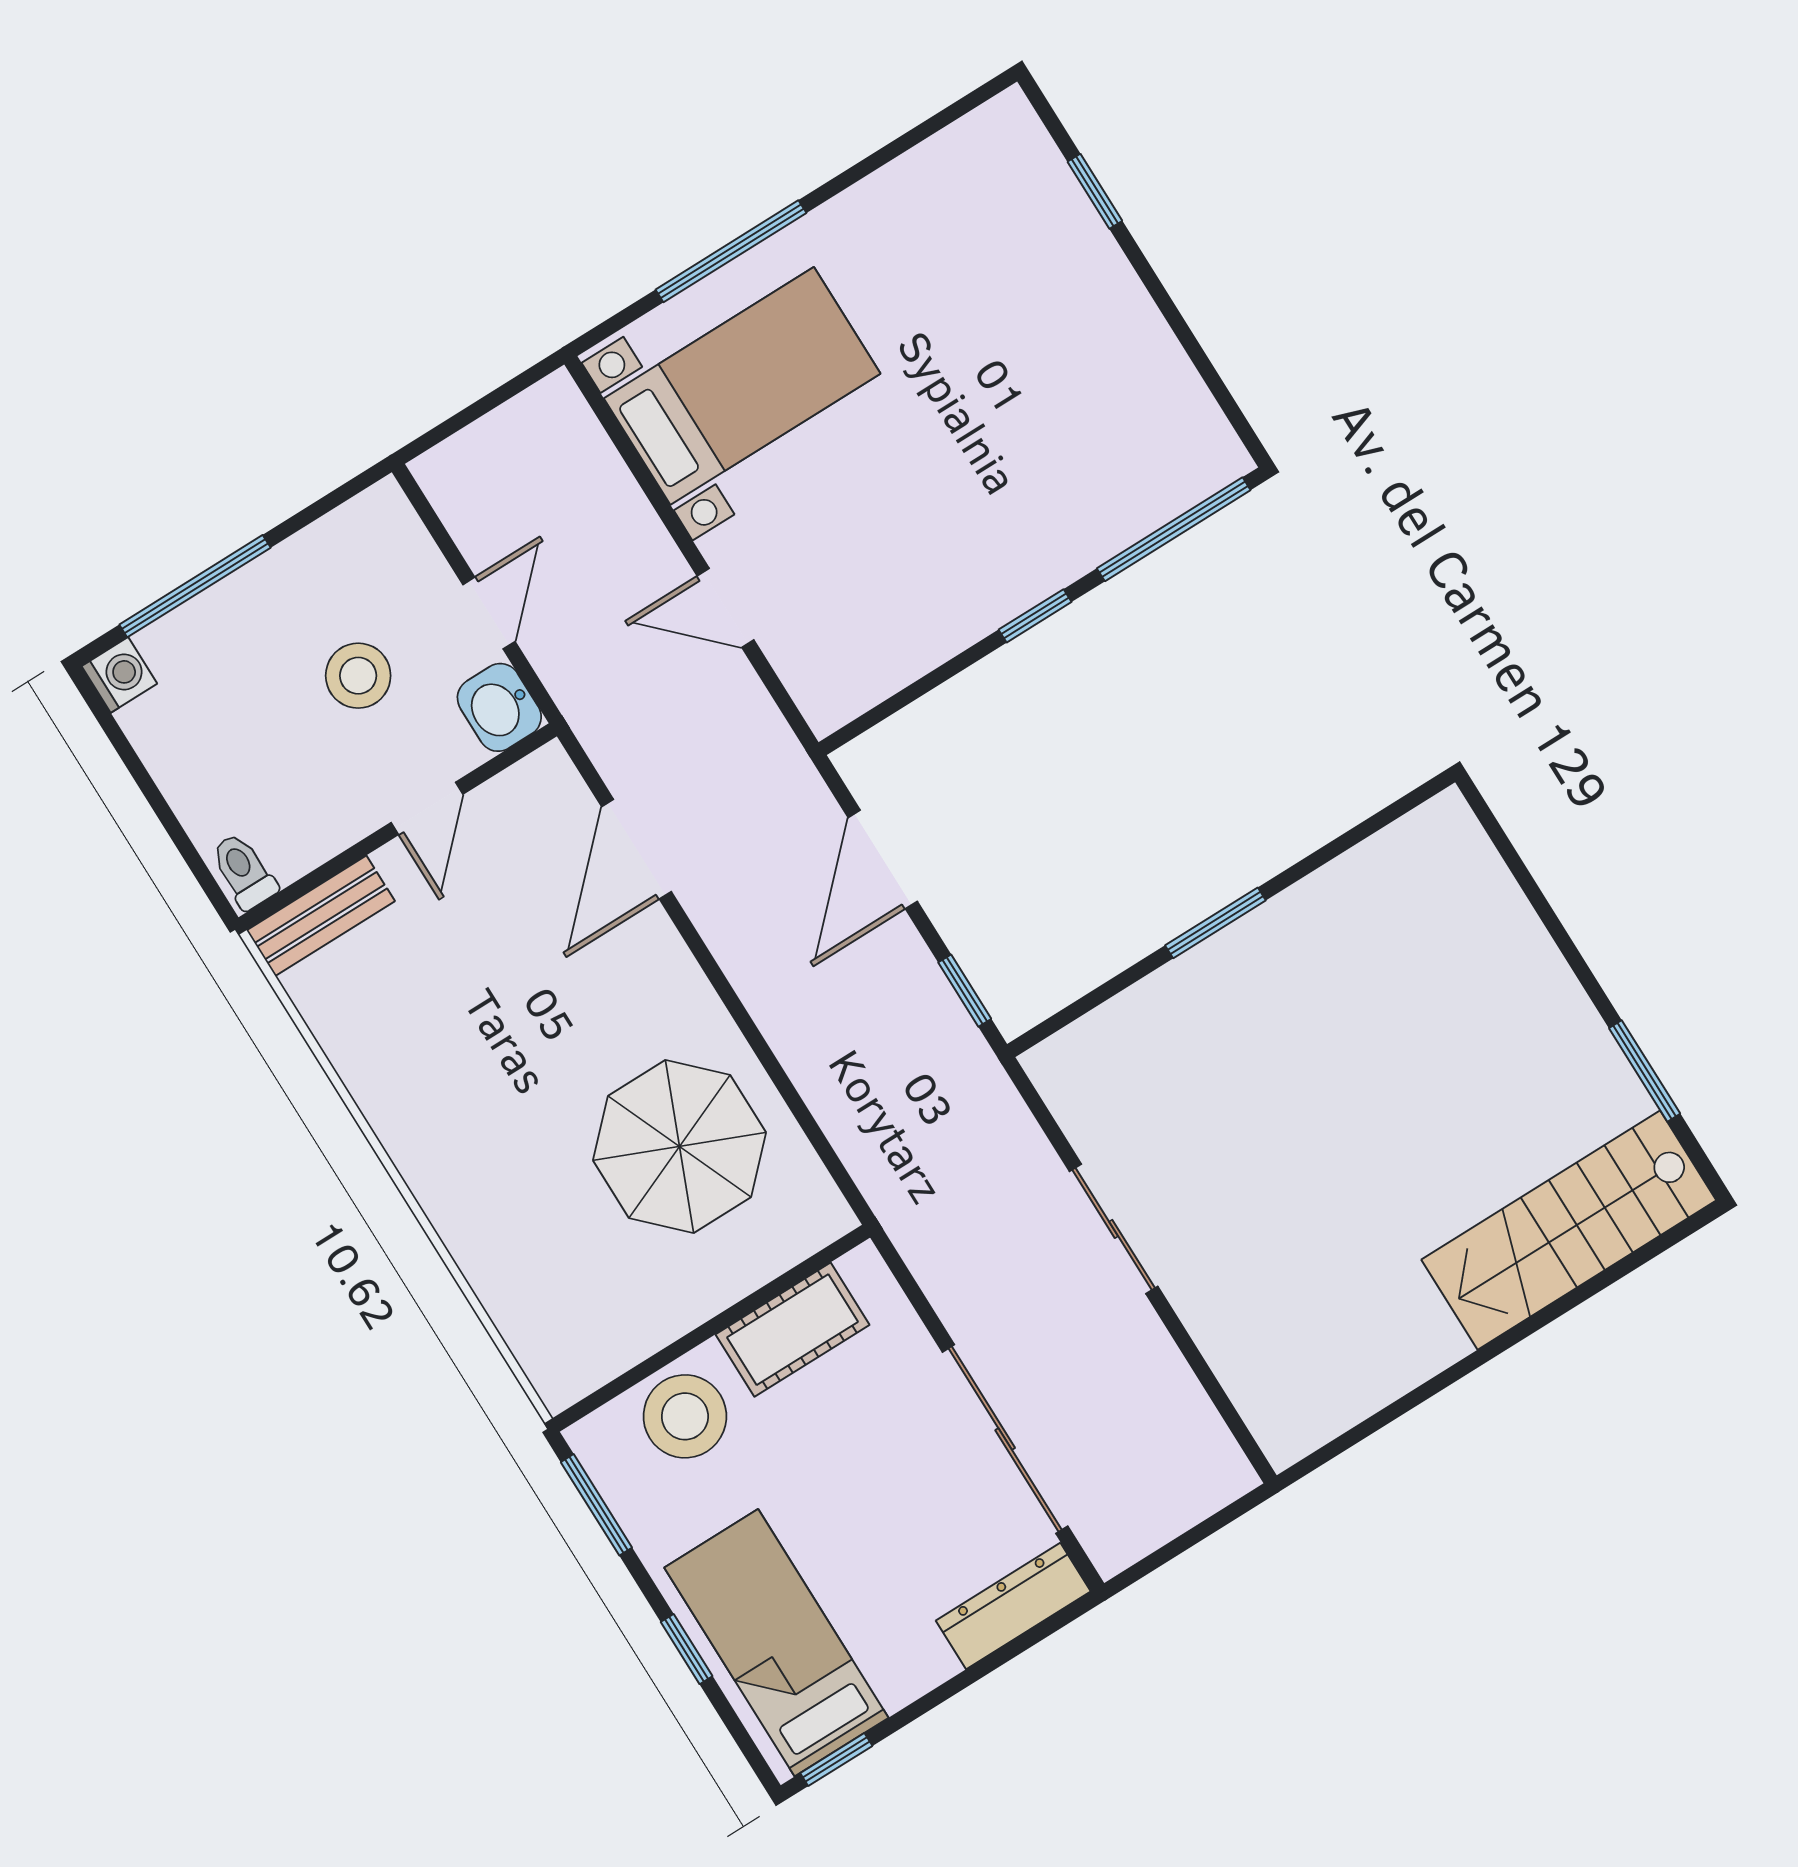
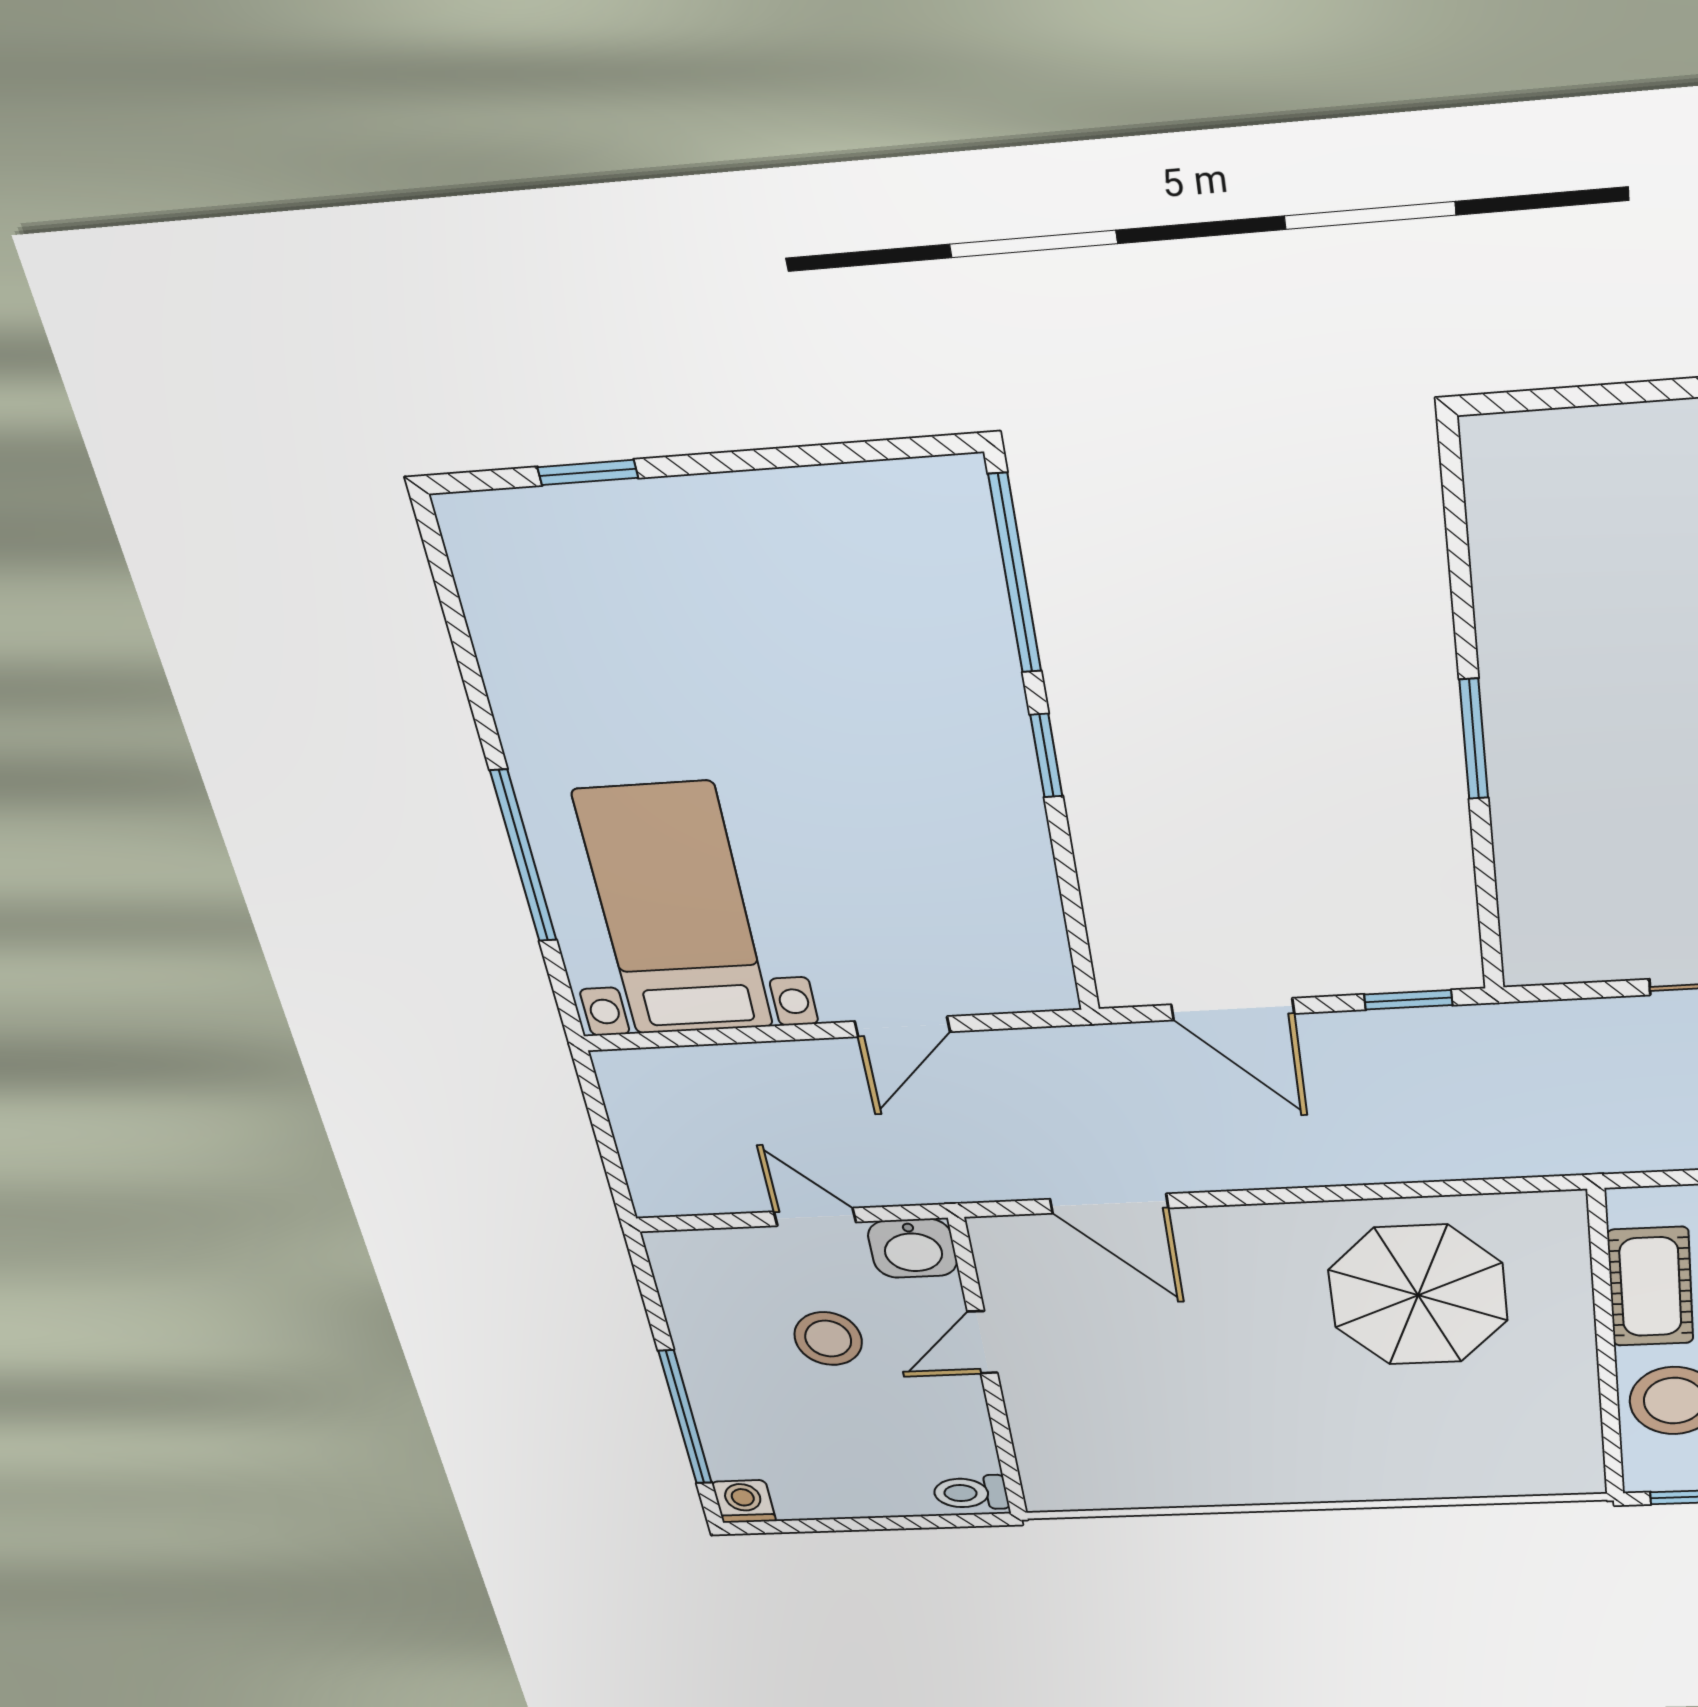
door: (427, 808) -> (982, 1342), swing flipped
bench: (321, 916) -> (1042, 1458), removed

